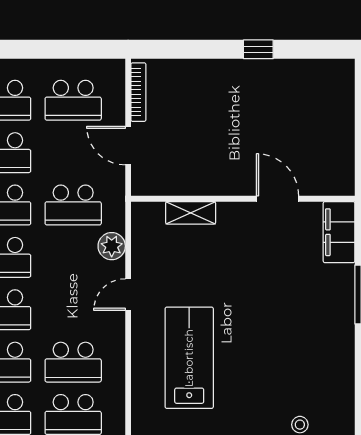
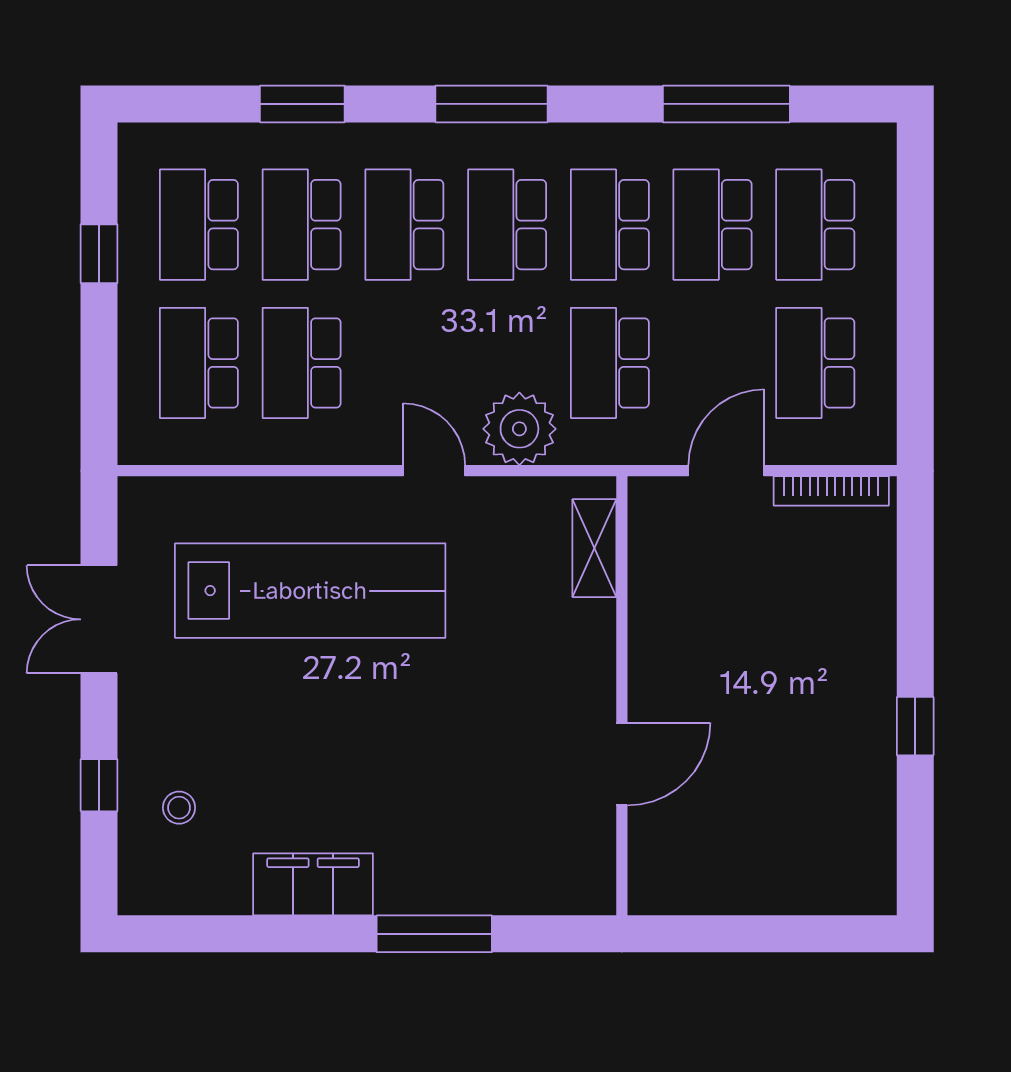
shelving: (191, 213) -> (594, 548), moved
filing cabinet: (339, 232) -> (313, 884), moved
plant: (112, 246) -> (519, 429), width x1.36, depth x1.36
lab bench: (189, 358) -> (310, 591), width x1.36

